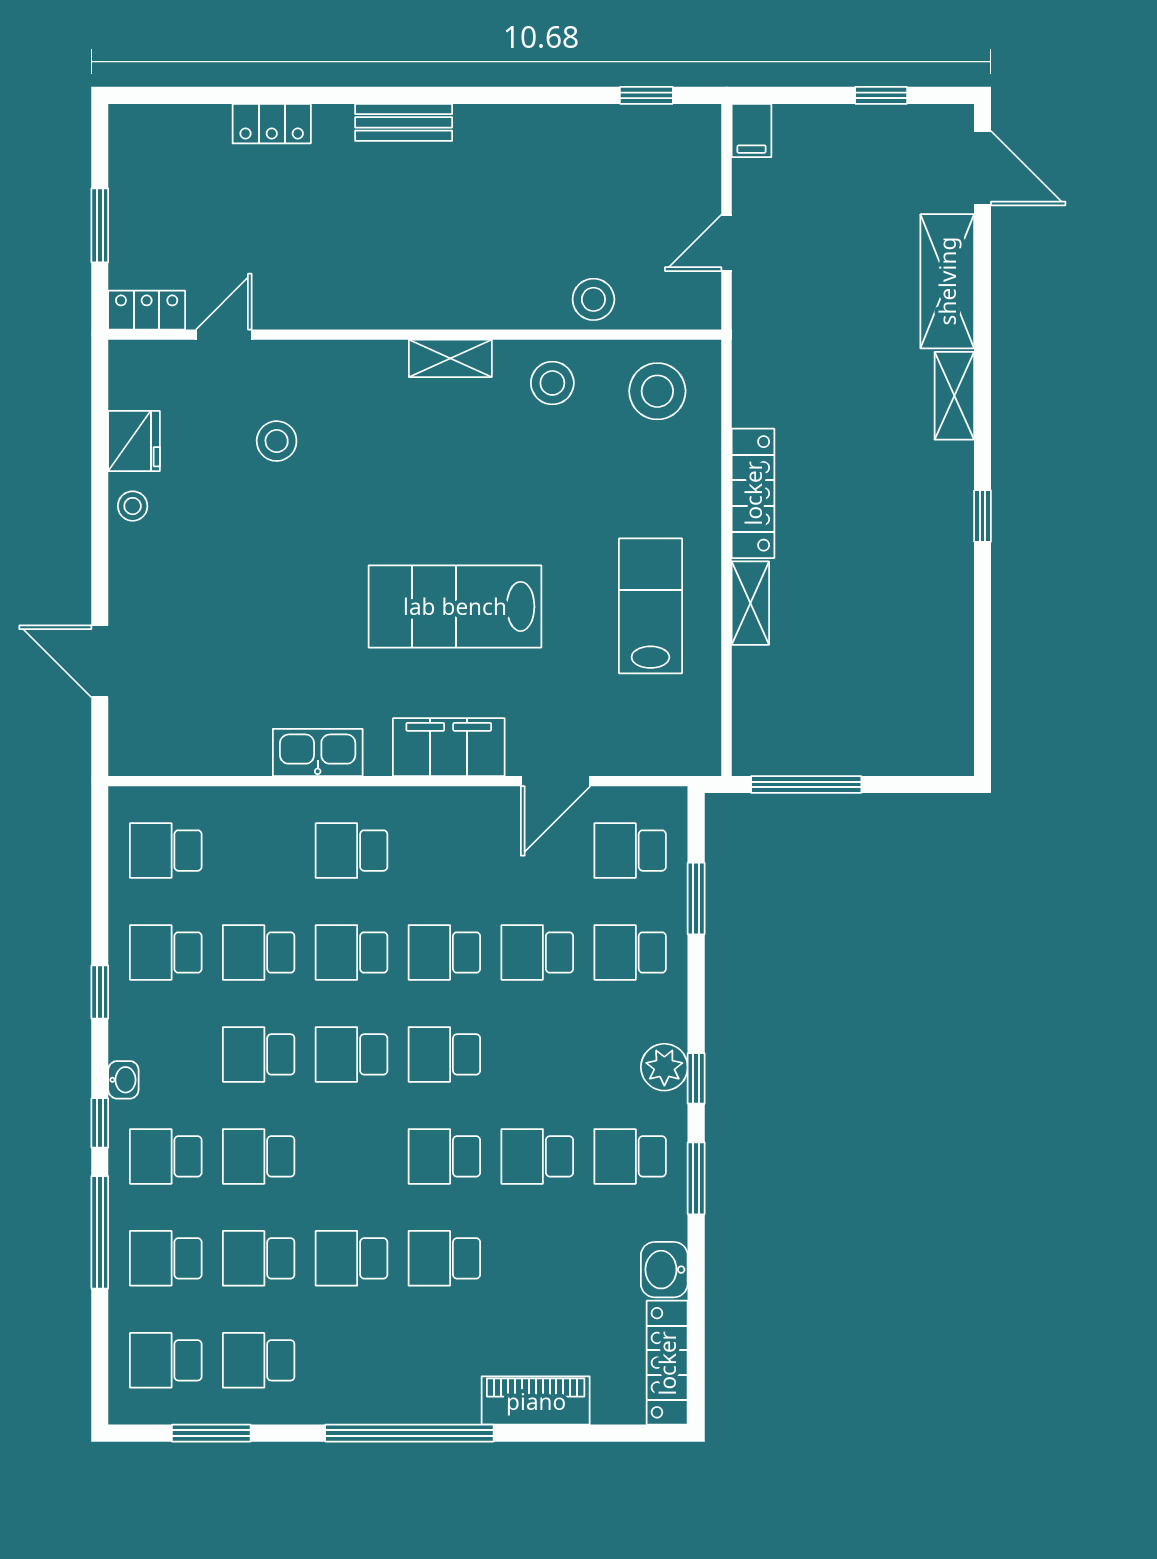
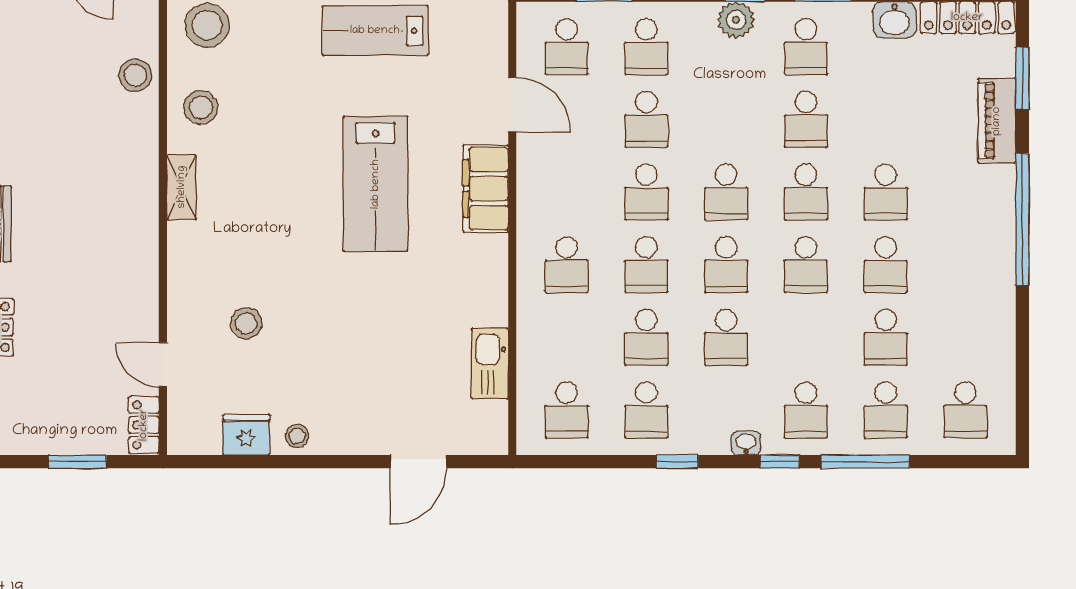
kitchen sink: (318, 752) -> (490, 363), moved
school desk: (259, 1156) -> (806, 265), moved
school desk: (259, 1360) -> (965, 337), removed
window: (211, 1433) -> (1022, 78), moved

